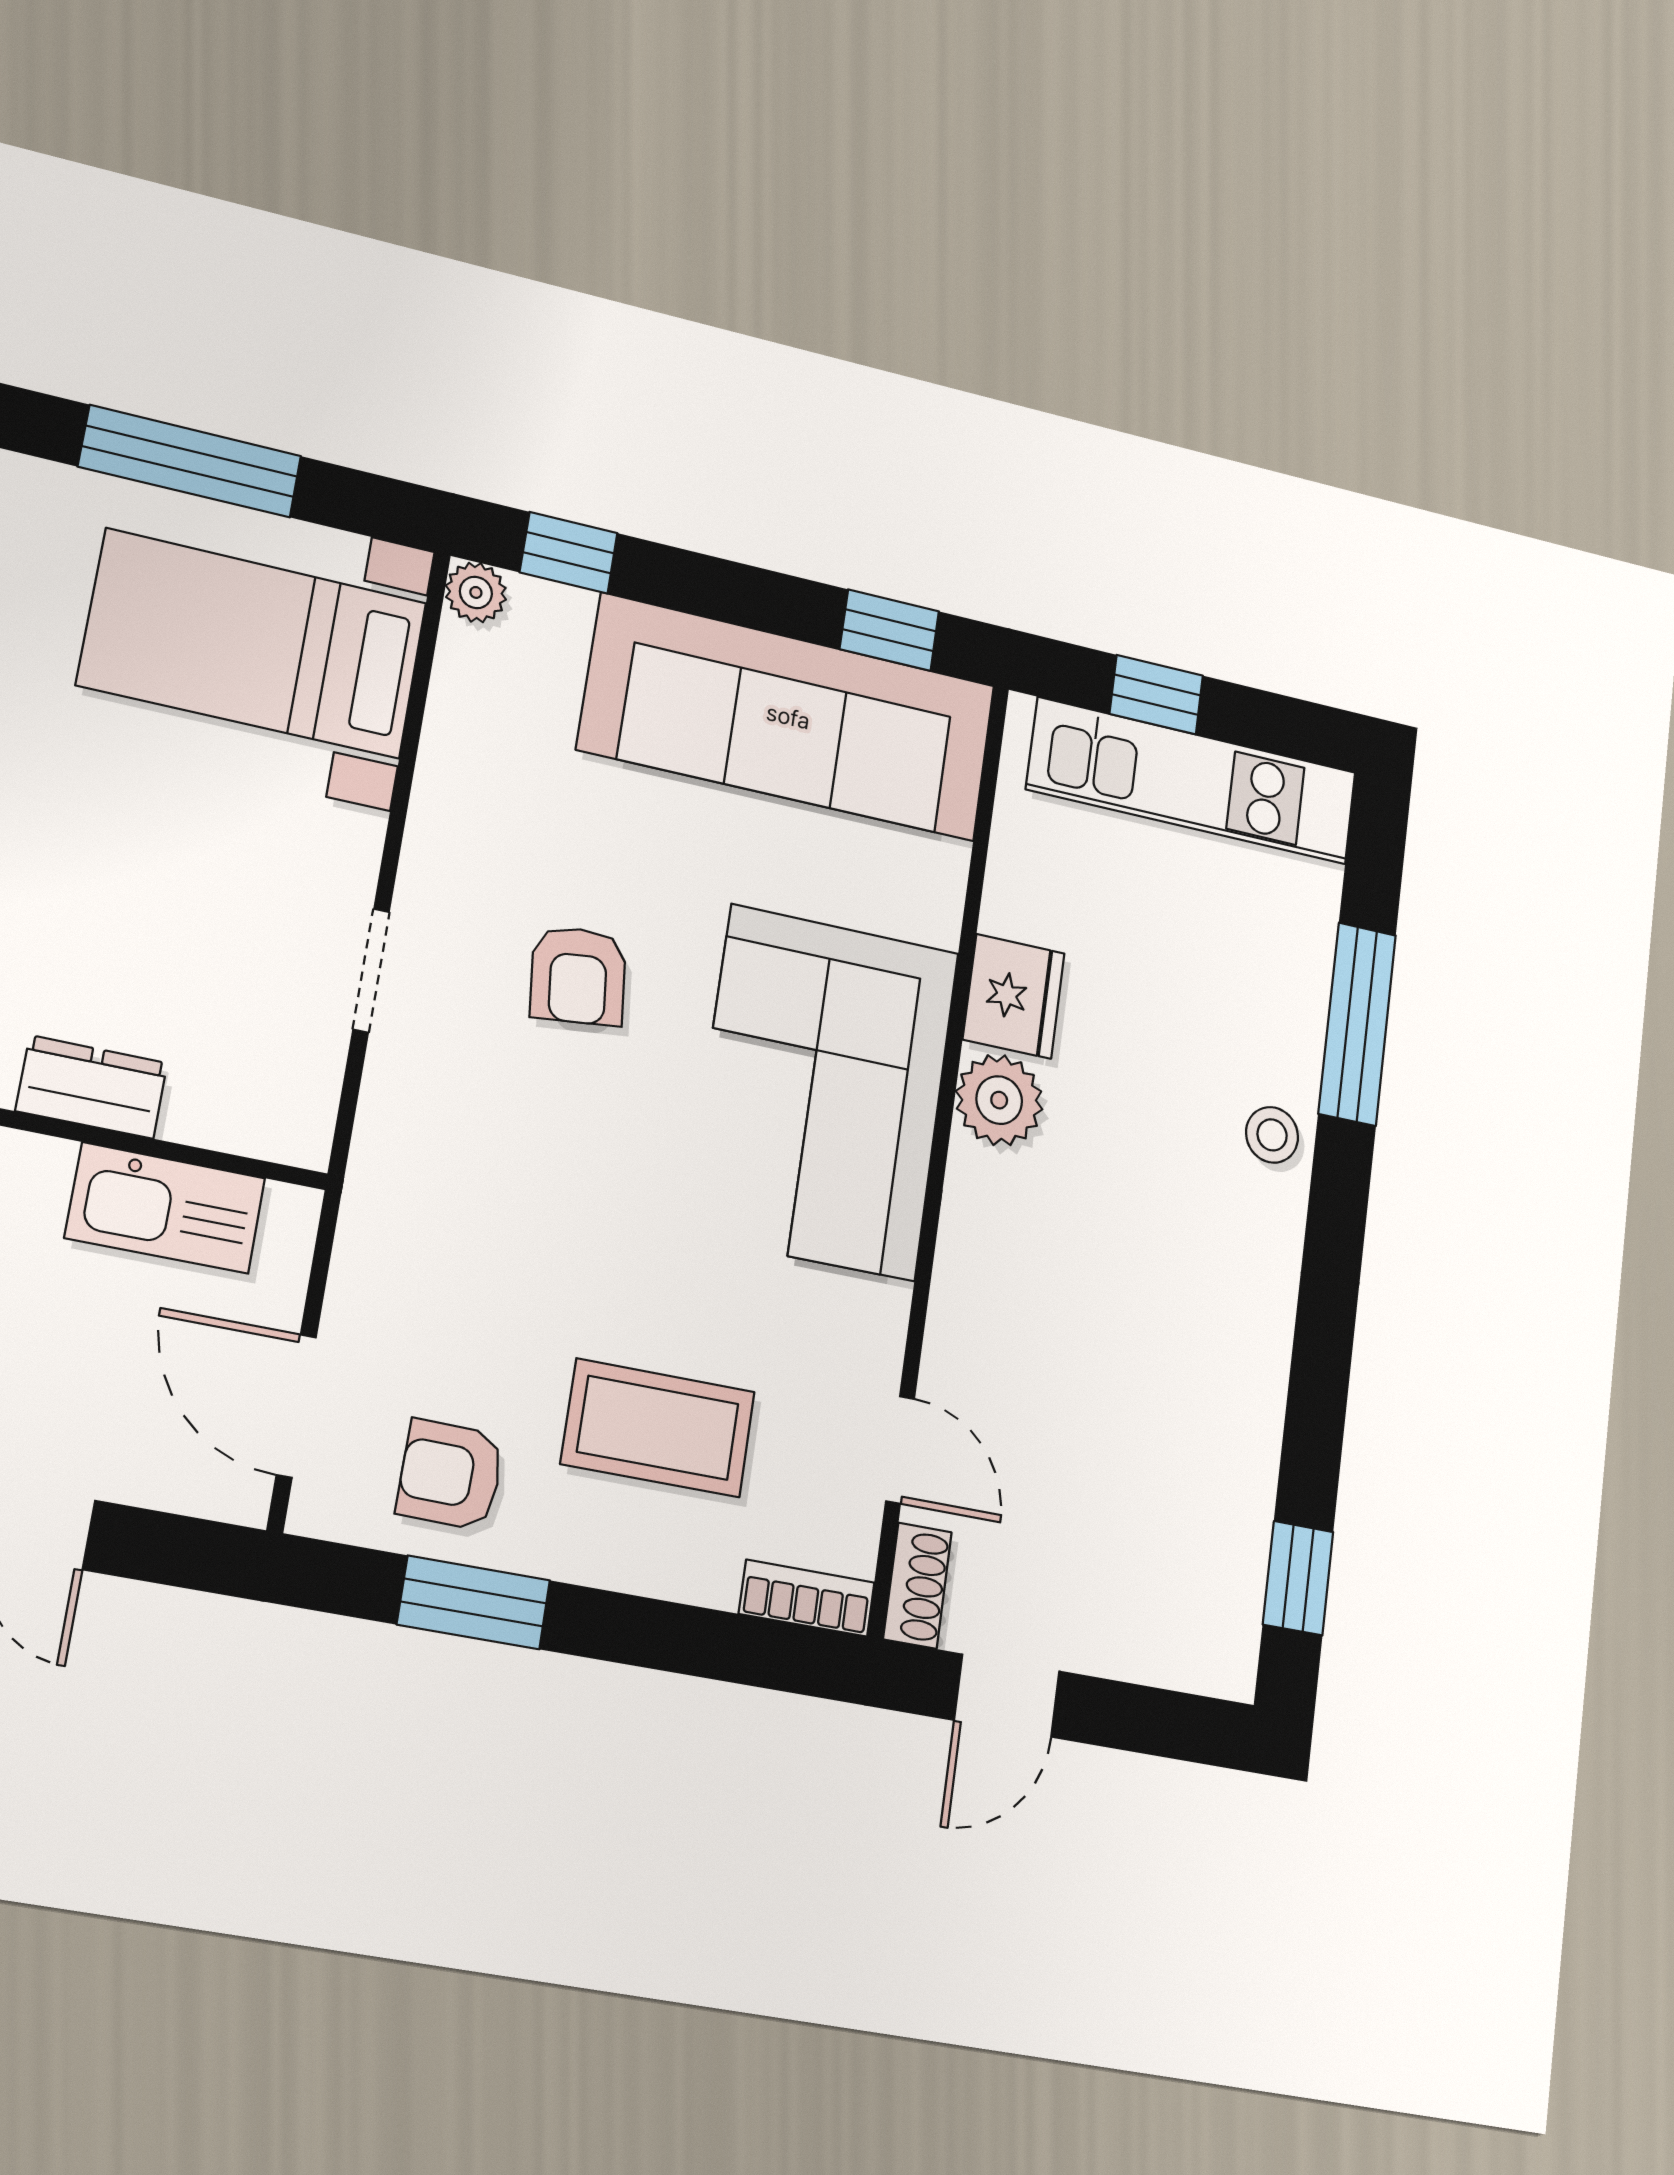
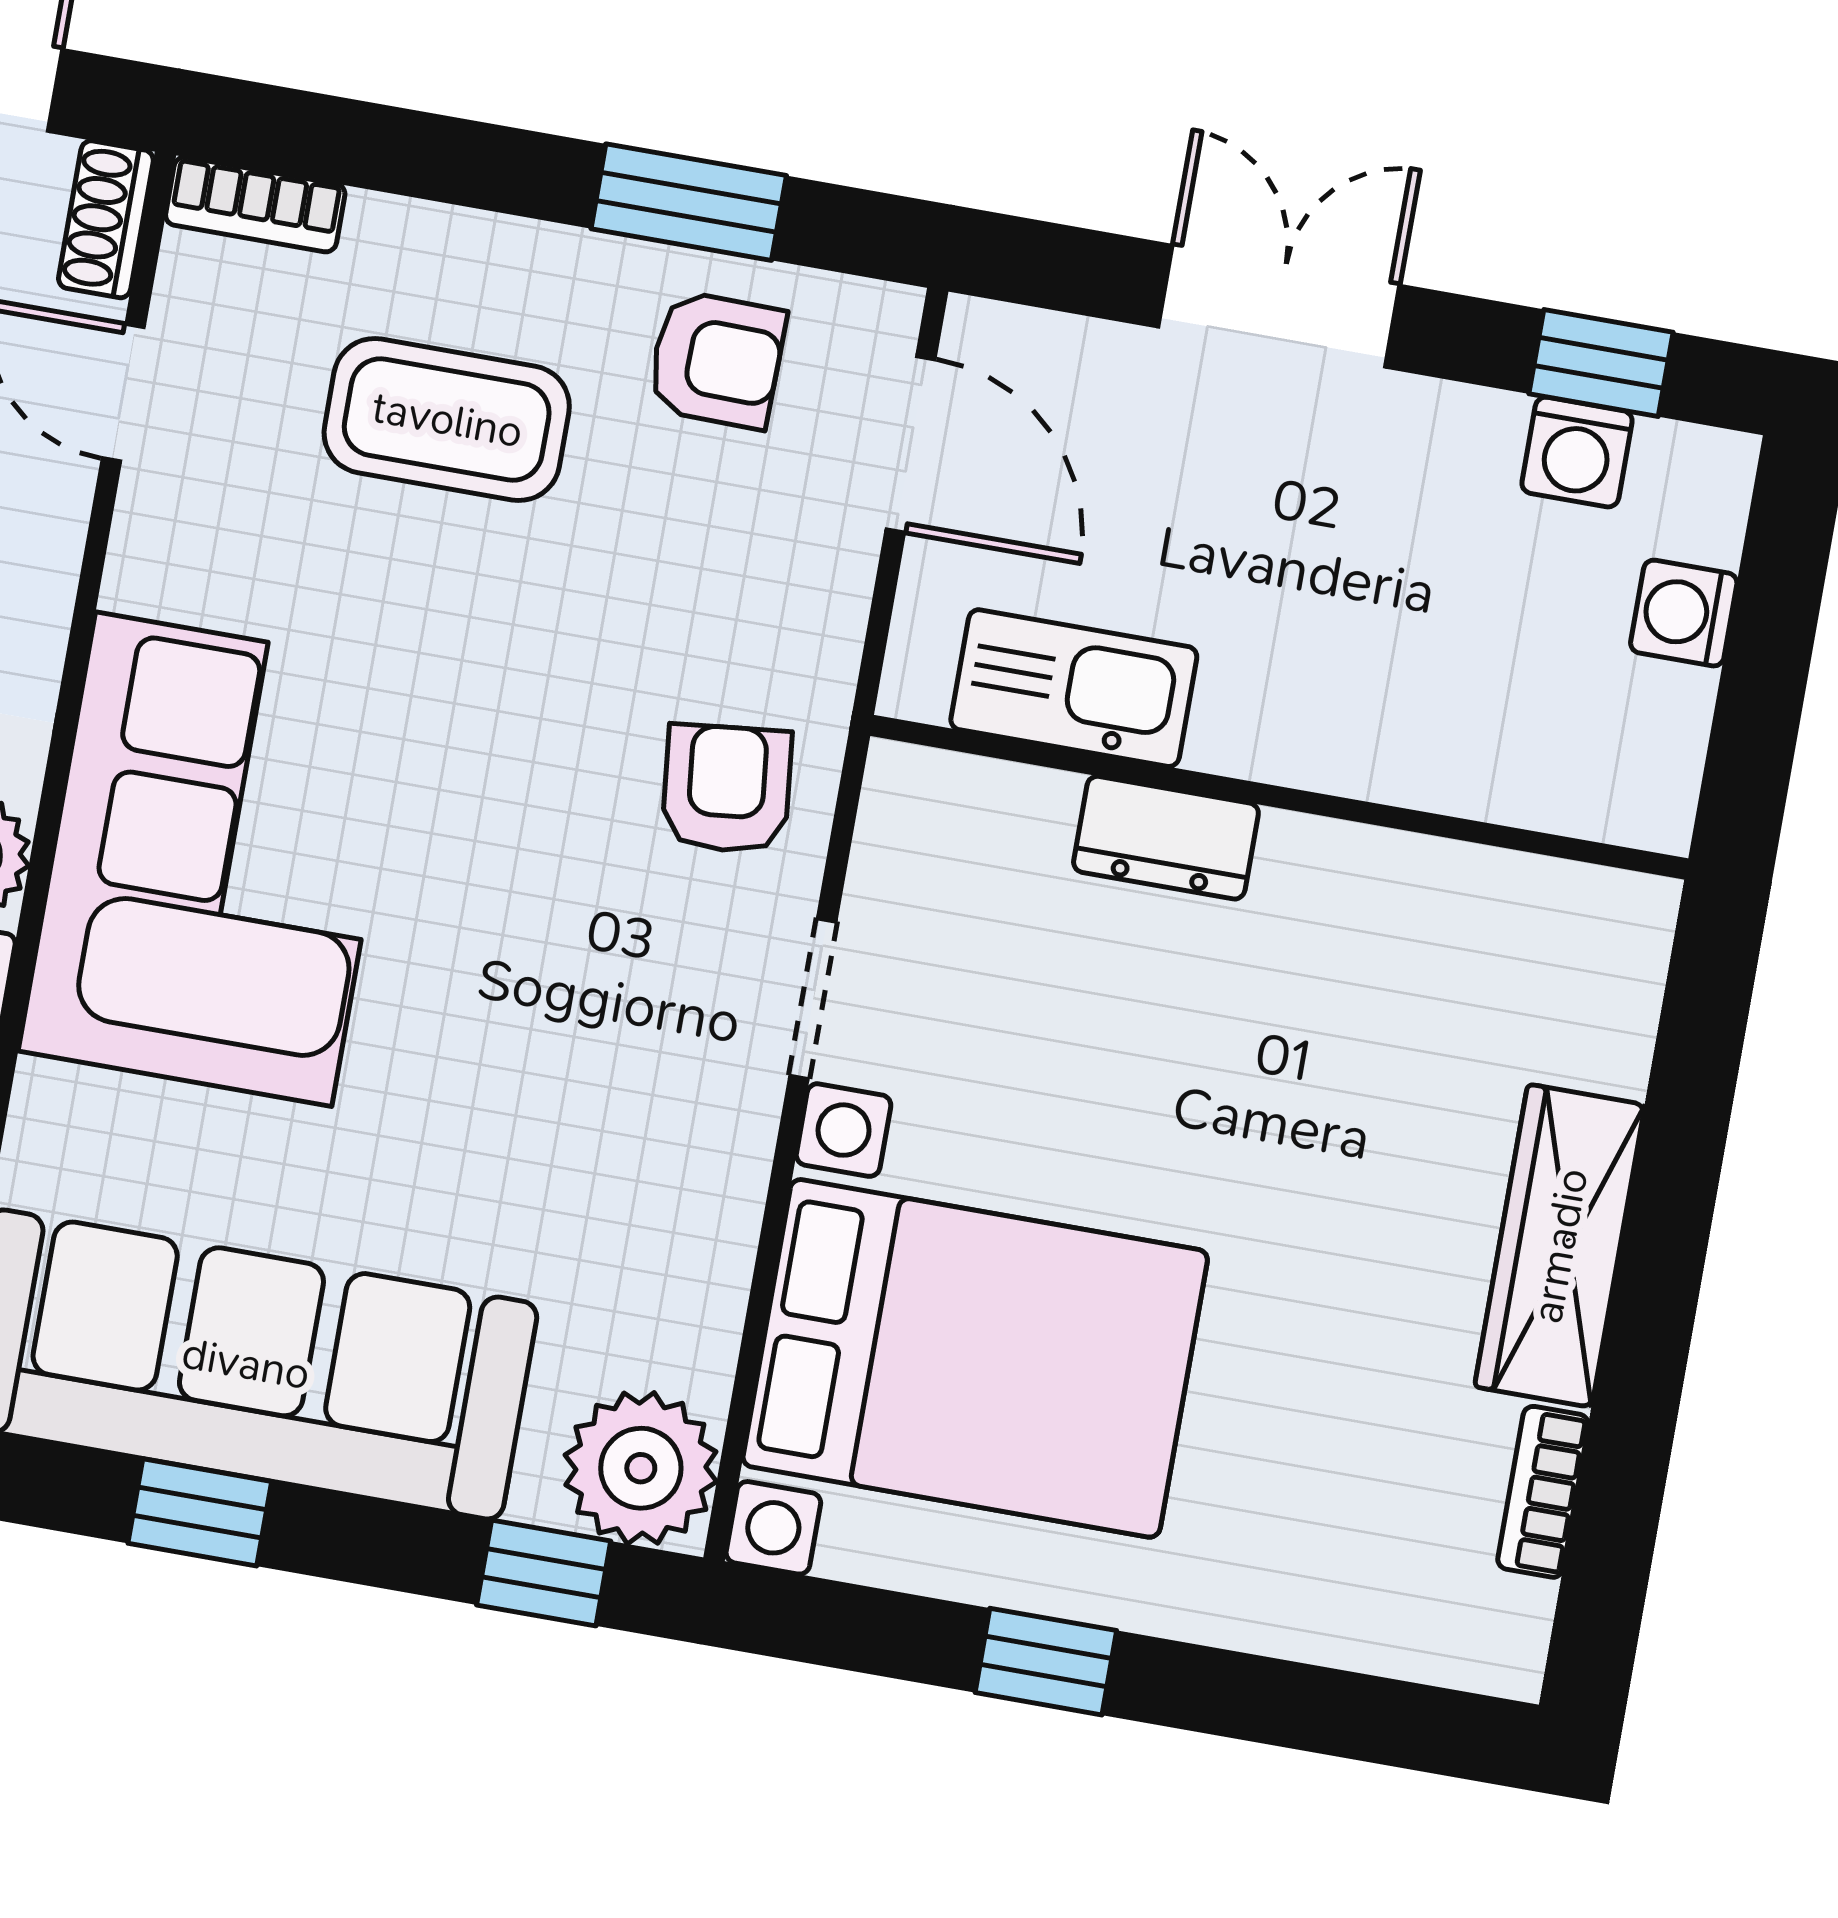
window: (190, 461) -> (1046, 1662), width x0.46
plant: (476, 592) -> (641, 1468), width x1.88, depth x1.88
window: (889, 630) -> (200, 1512), moved
bed with nightstands: (253, 644) -> (975, 1358), width x1.36
armchair: (578, 976) -> (727, 789), moved

